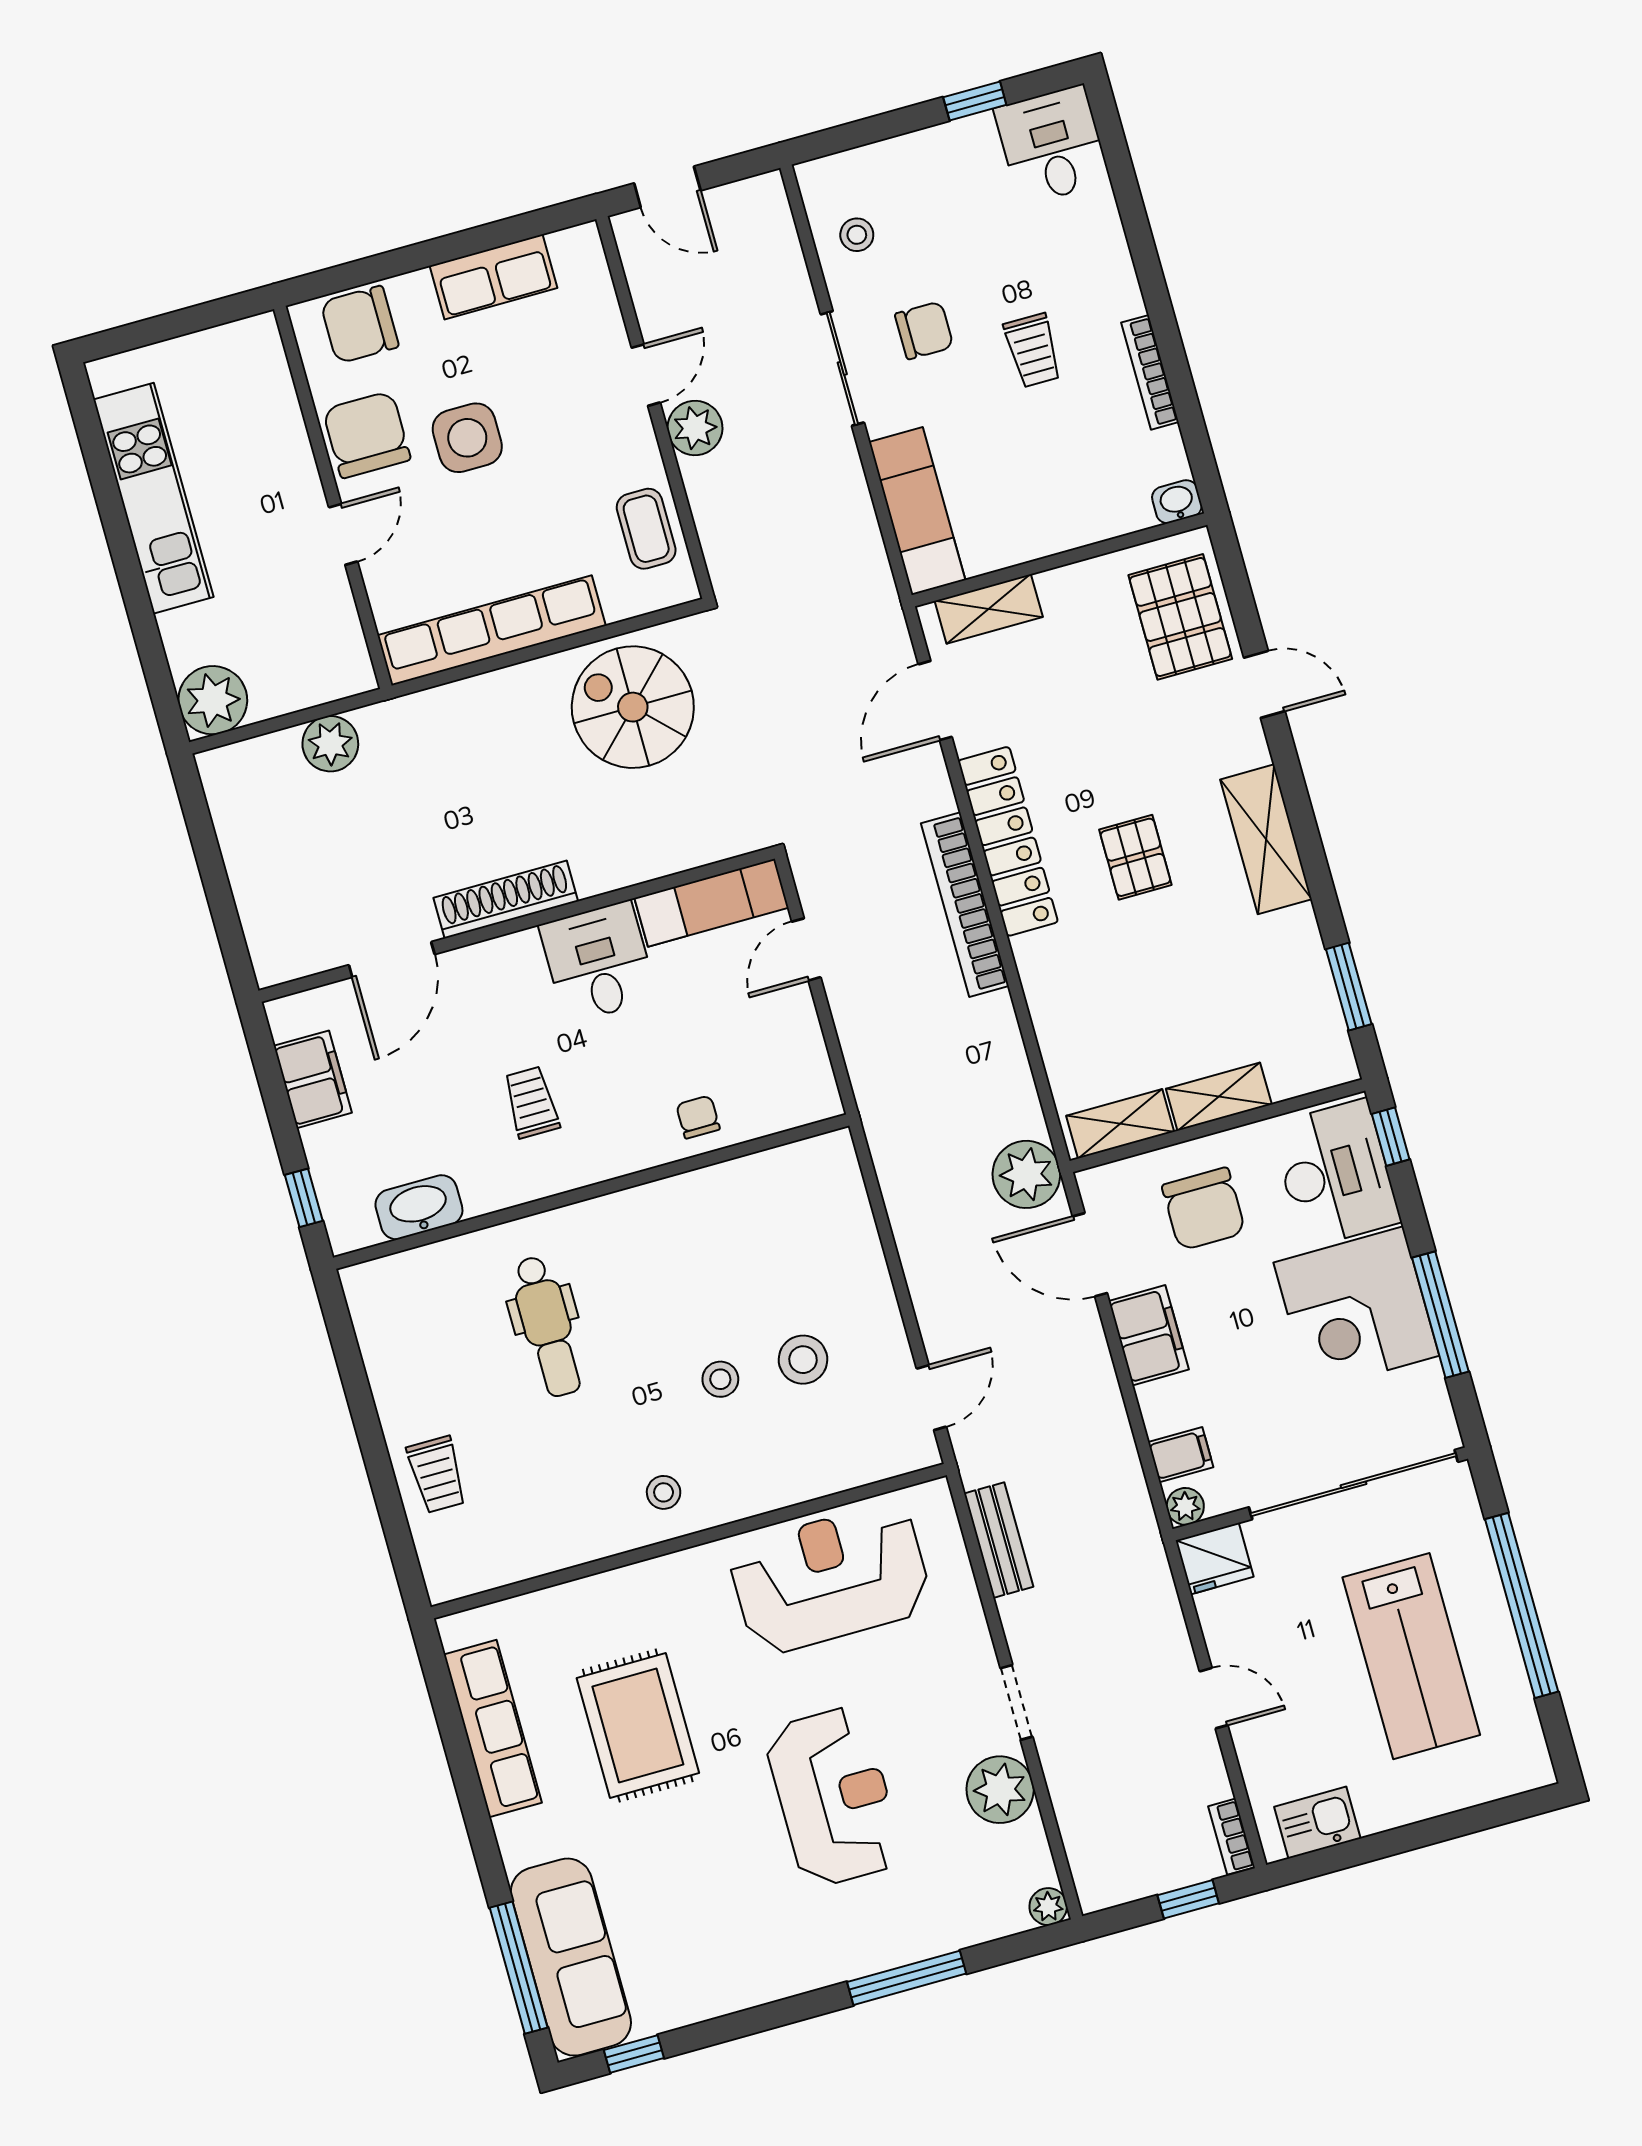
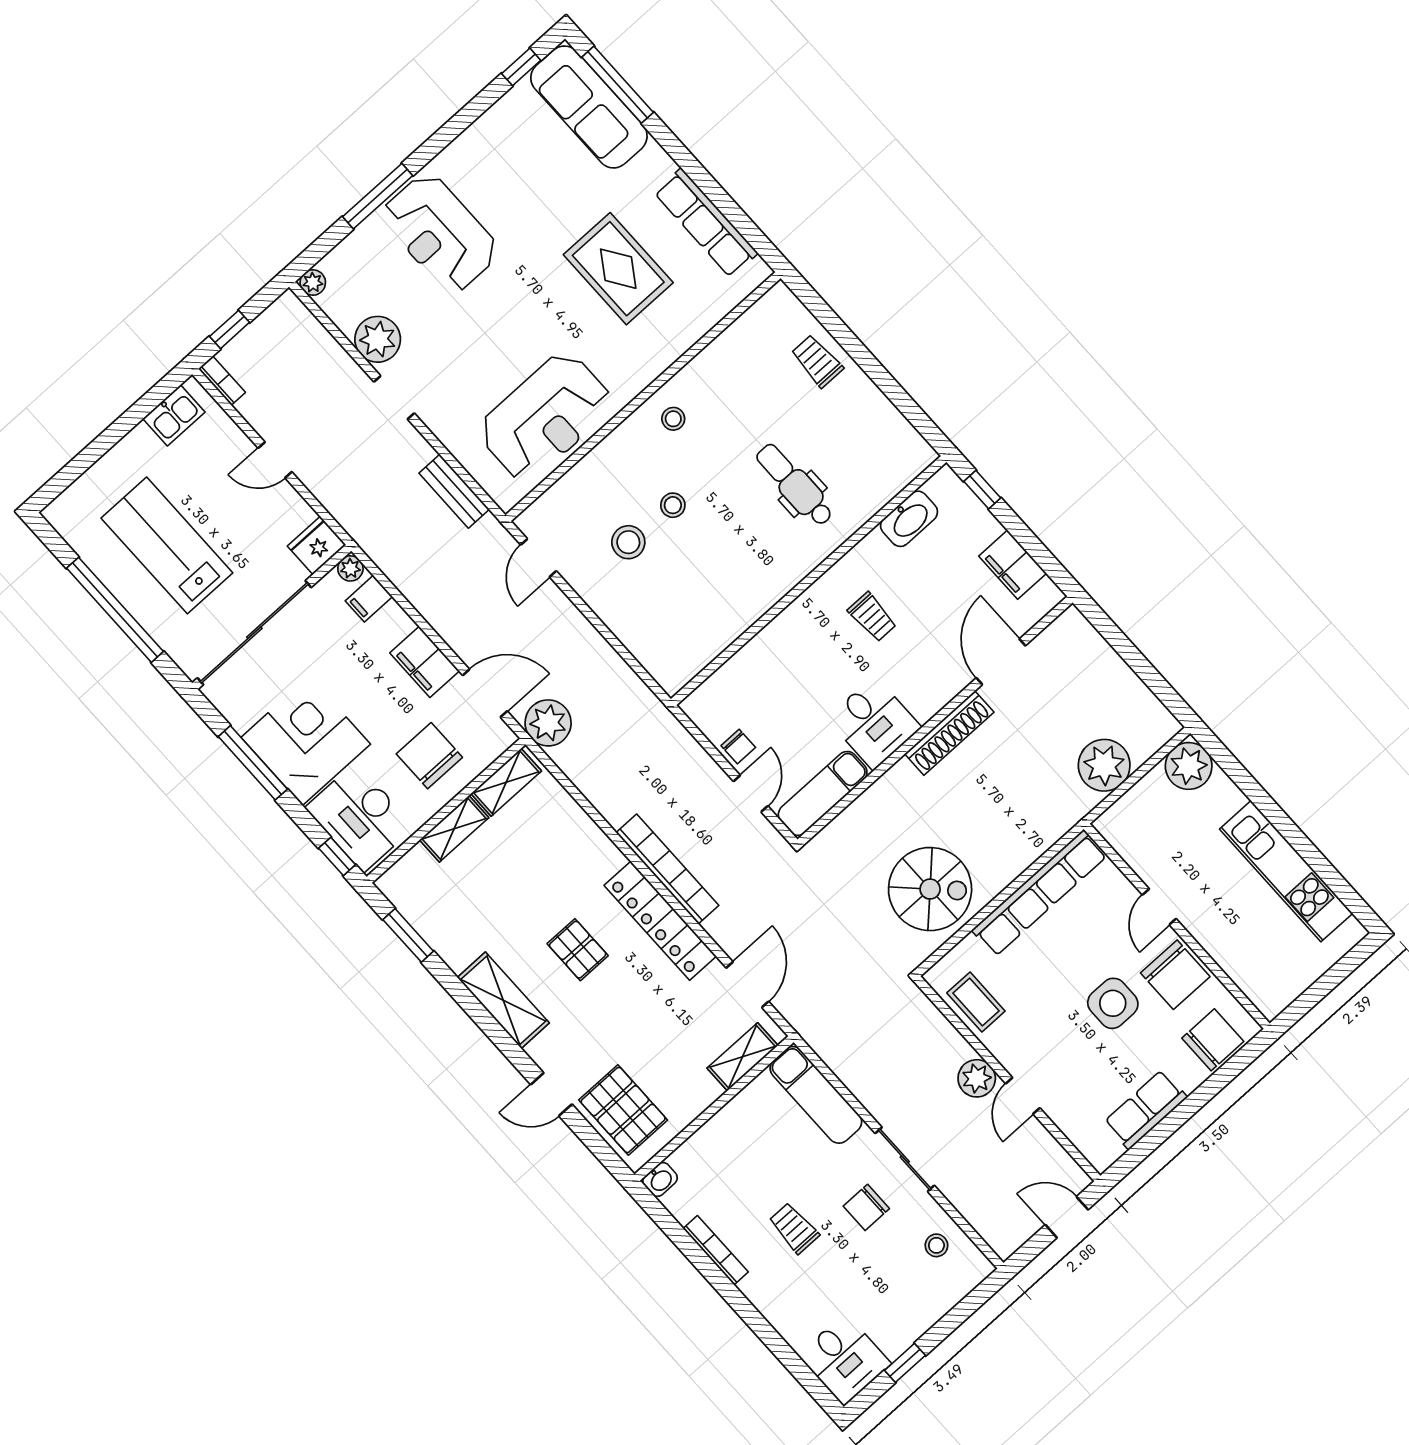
plant: (330, 744) -> (1104, 765), width x1.36, depth x1.36
chair: (698, 1117) -> (738, 747), moved
reception desk: (834, 1797) -> (440, 233), moved

